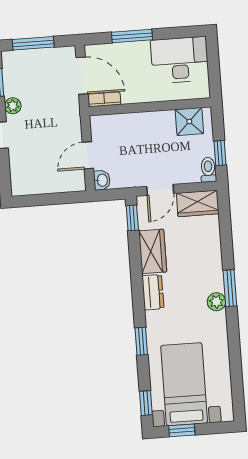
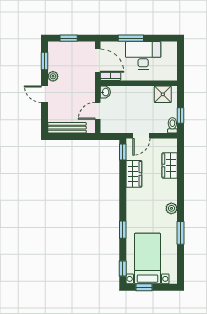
window: (33, 43) -> (69, 38), width x0.67
desk: (180, 60) -> (143, 55), moved
washbasin: (102, 180) -> (105, 92), moved
bench: (41, 186) -> (67, 128), added
wardrobe: (198, 203) -> (170, 166), moved, turned 90
window: (230, 288) -> (181, 233), moved
dresser: (153, 292) -> (132, 199), removed

